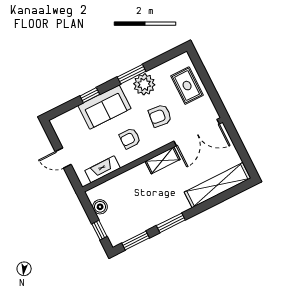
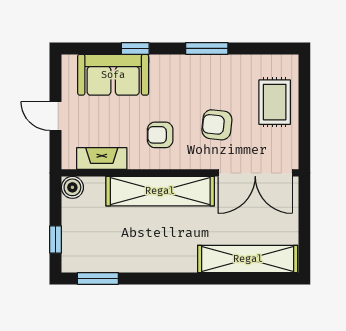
plant: (144, 84) -> (217, 71), removed
sofa: (104, 107) -> (113, 75), moved
shelving: (163, 160) -> (160, 191), width x2.20, depth x1.33
boiler: (100, 207) -> (72, 187), moved
window: (171, 223) -> (158, 278), removed

